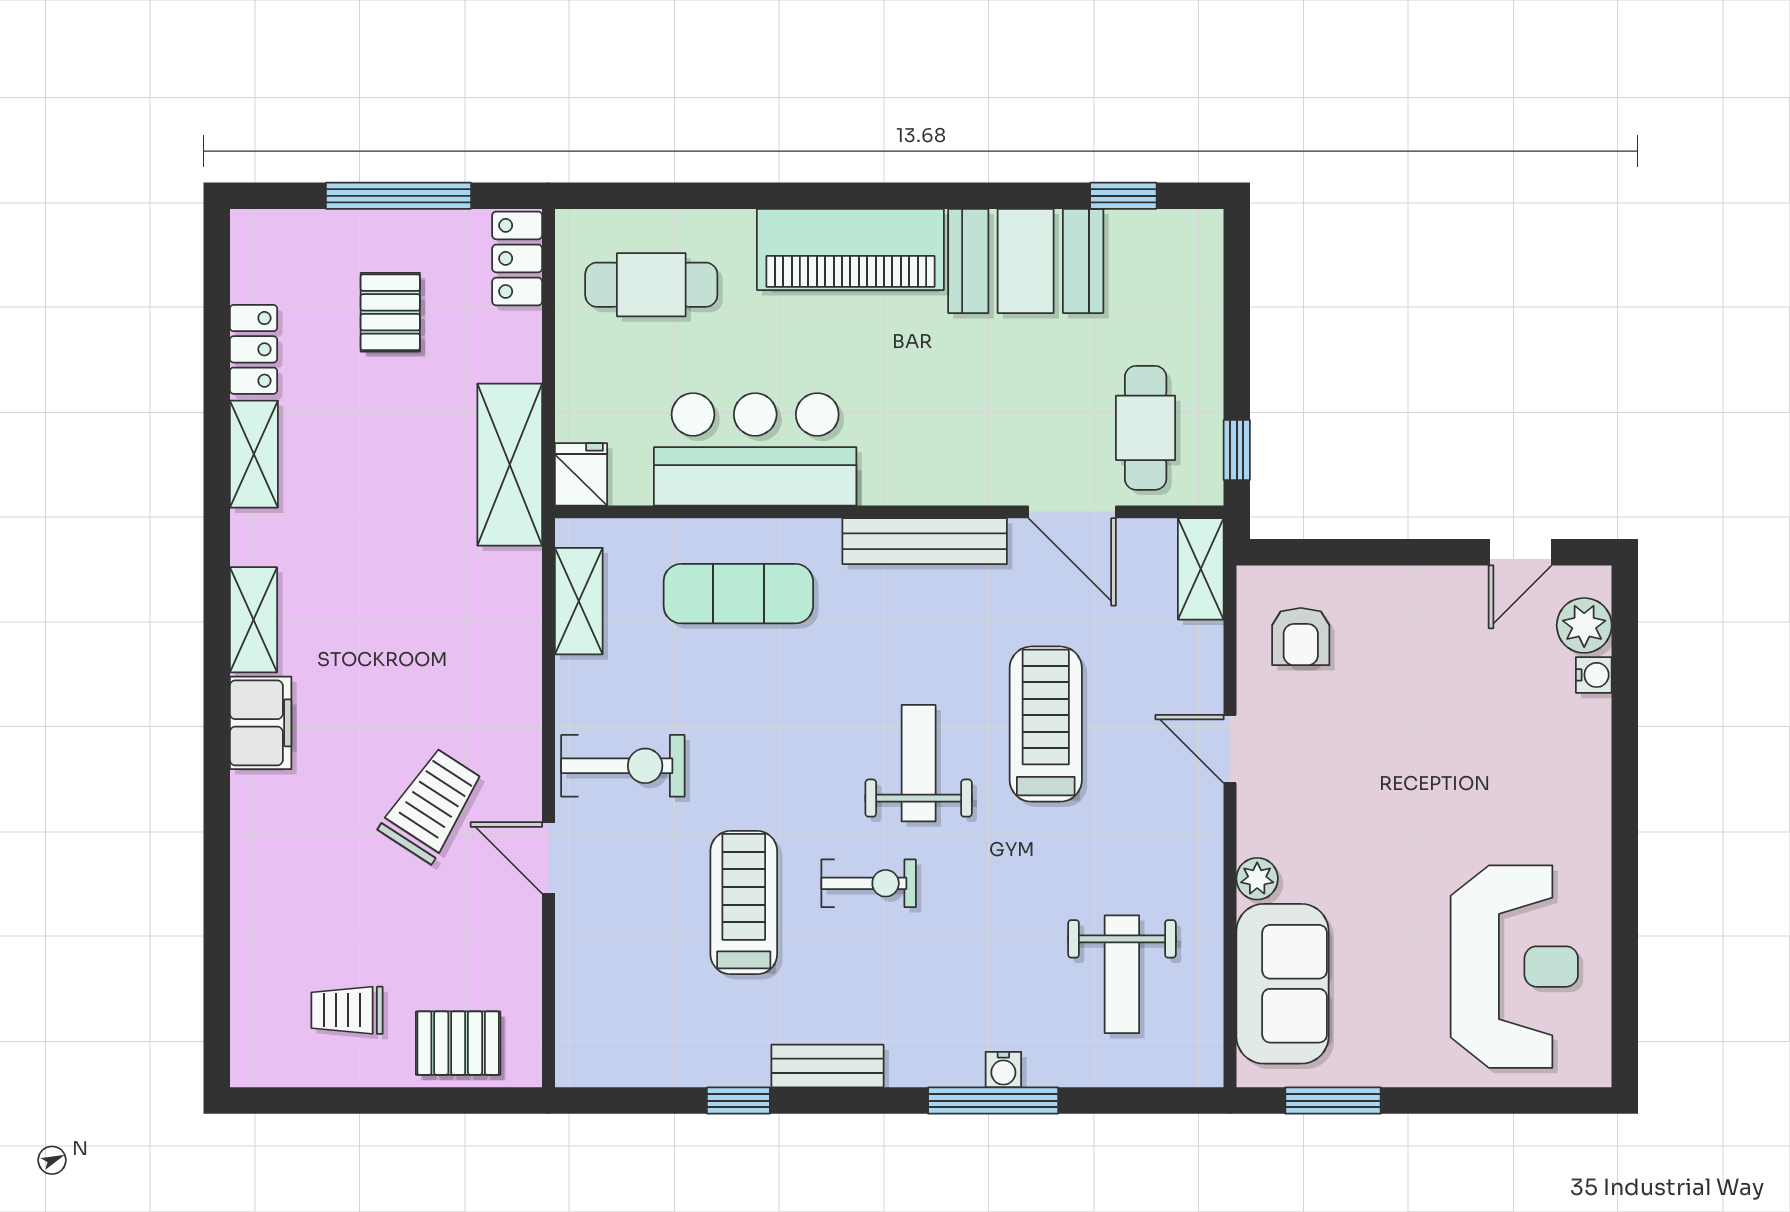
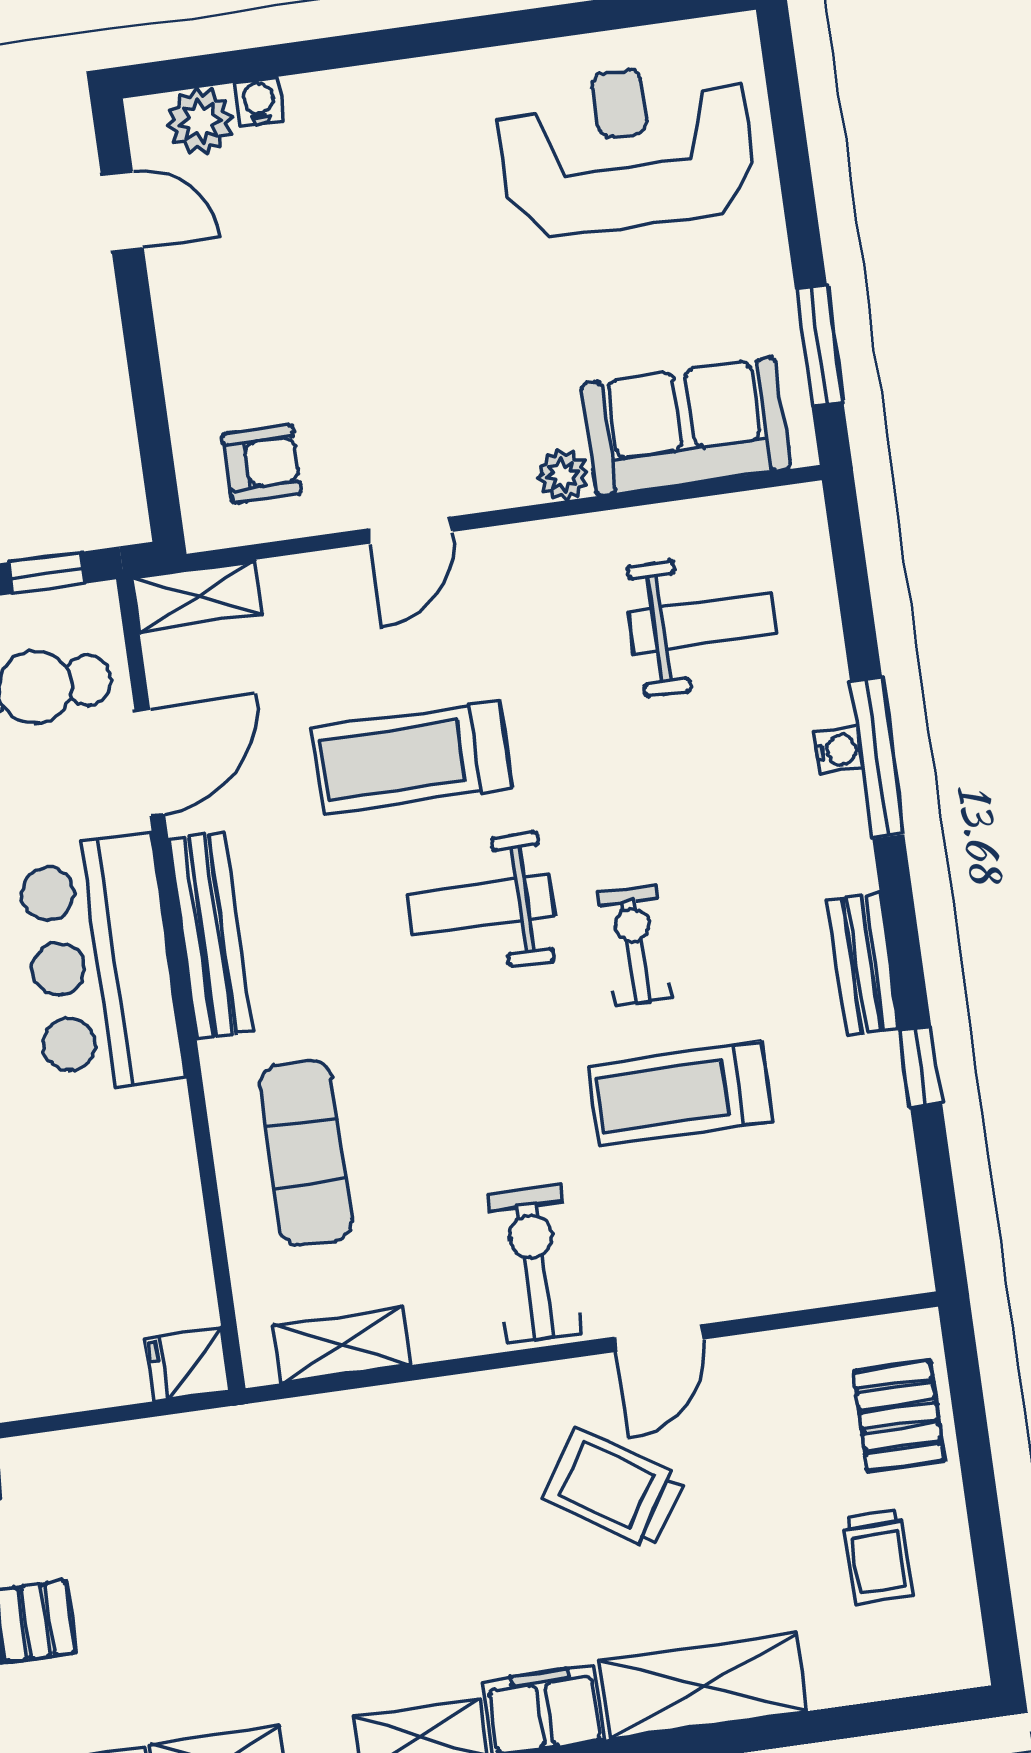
bar counter: (755, 449) -> (101, 963), moved
shelving: (510, 465) -> (703, 1686), moved

